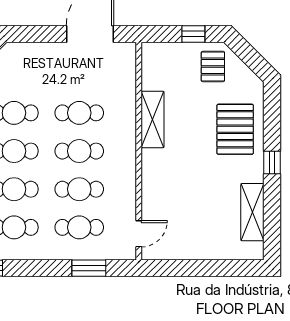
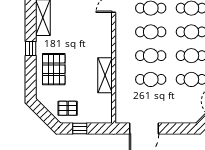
pallet: (213, 66) -> (68, 108), turned 90

